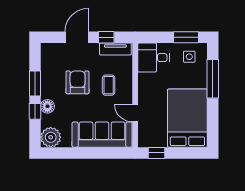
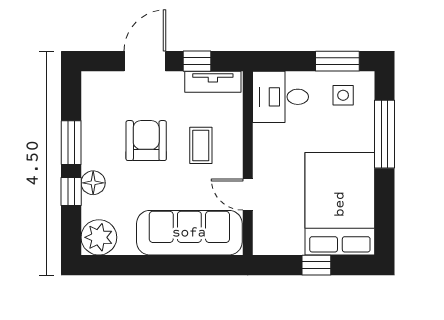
window: (157, 153) -> (316, 265), moved

